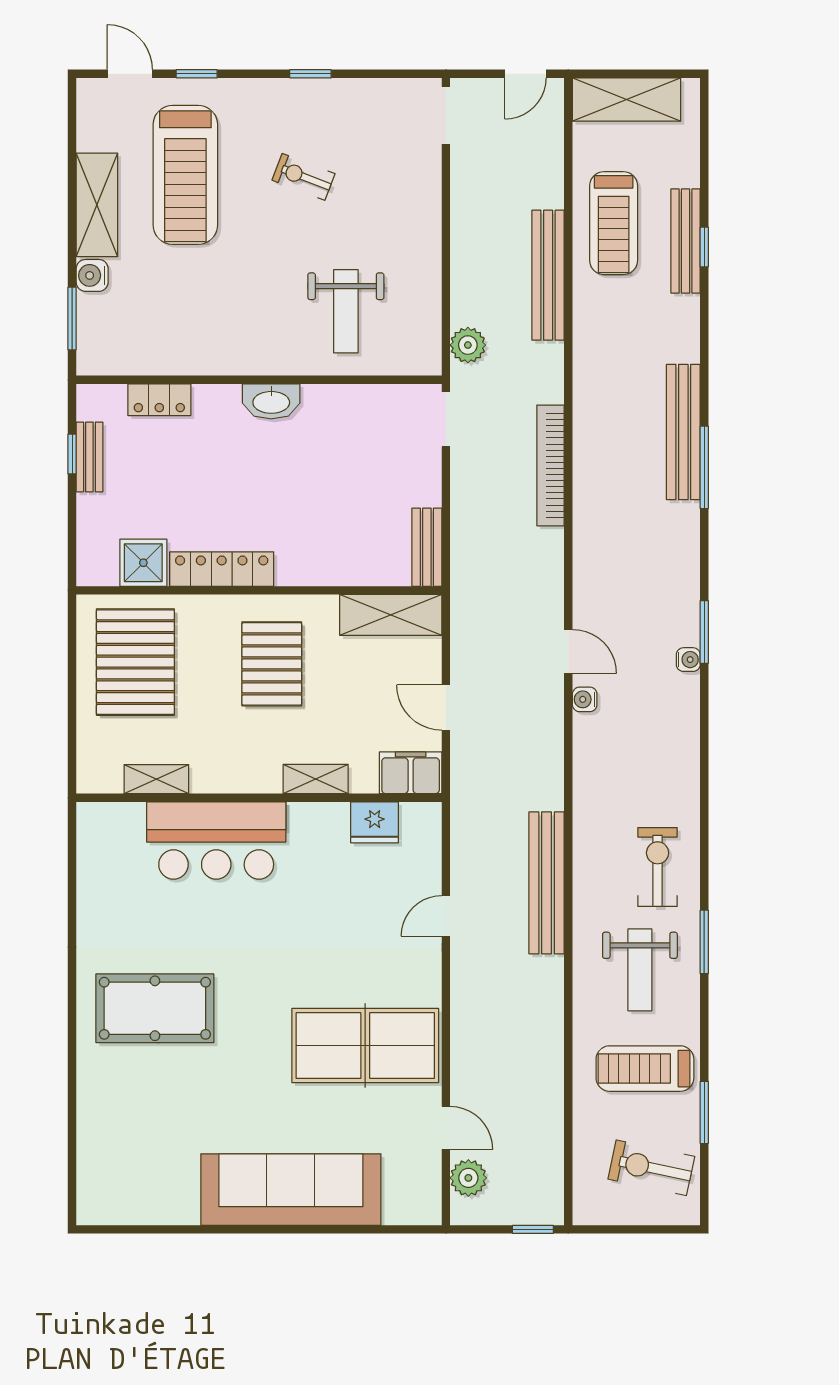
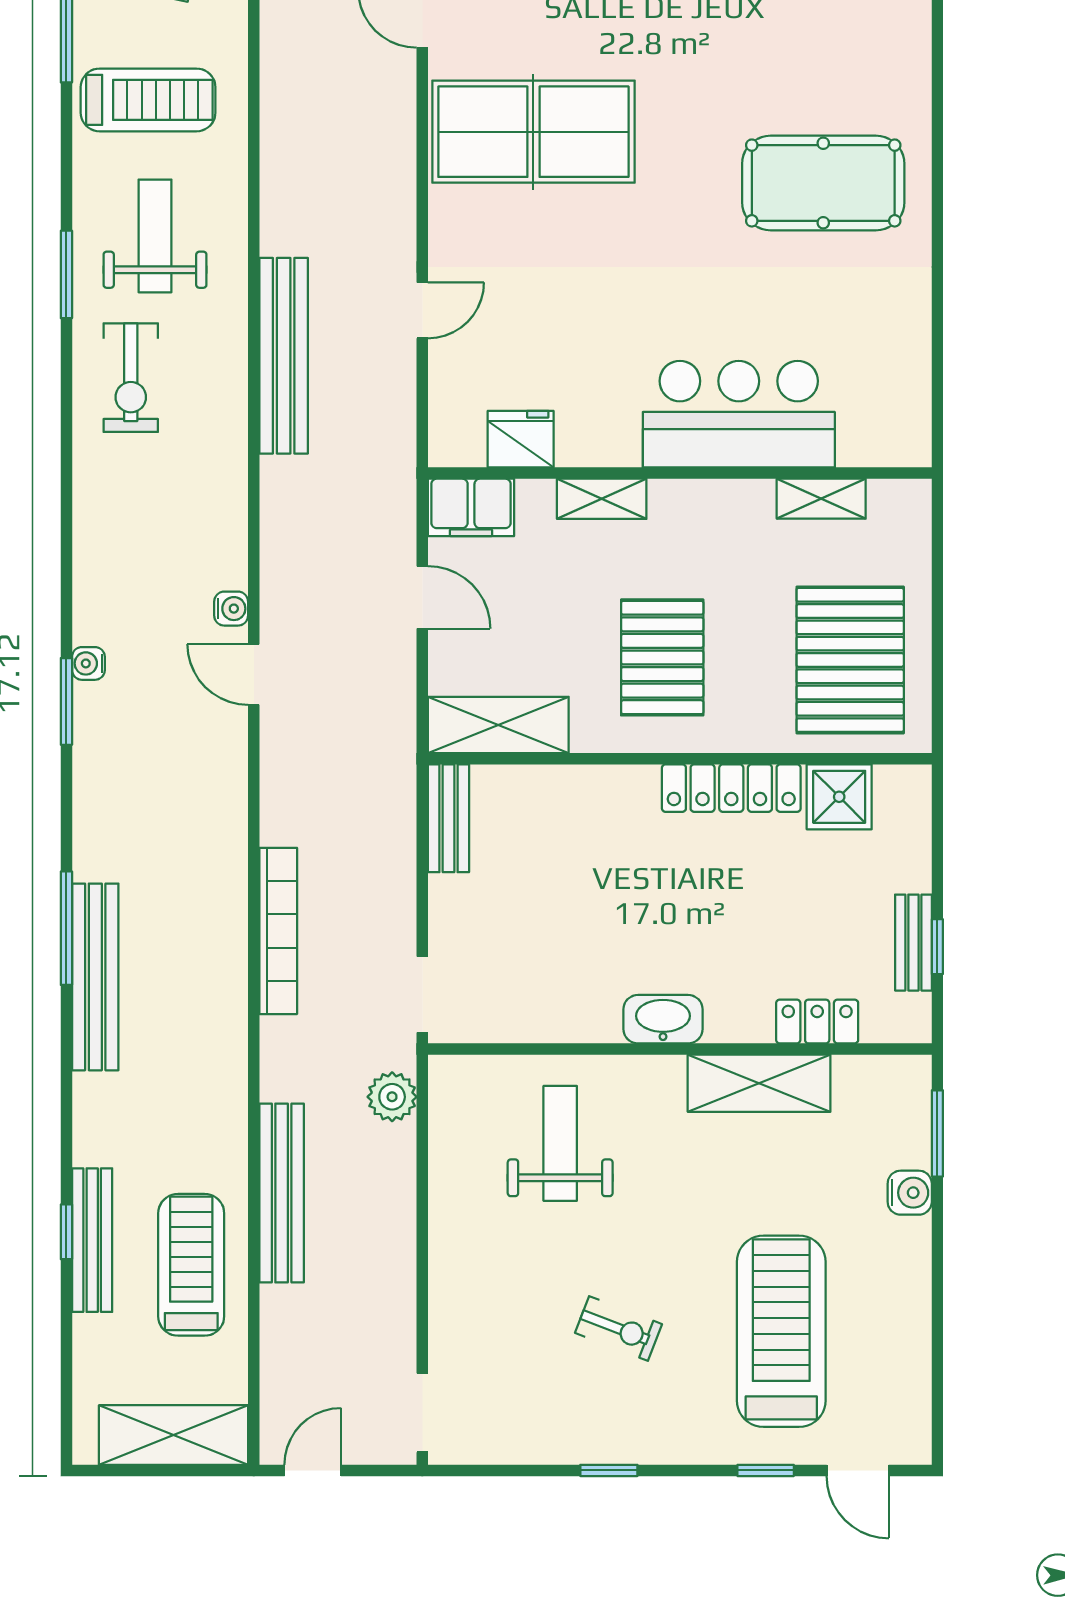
shelving: (97, 205) -> (759, 1083), moved, turned 90

